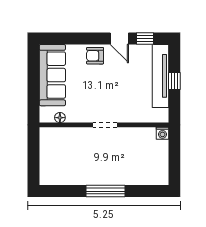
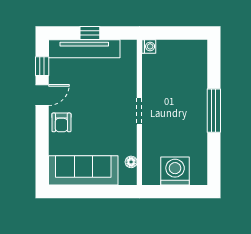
washing machine: (52, 157) -> (175, 171), added

